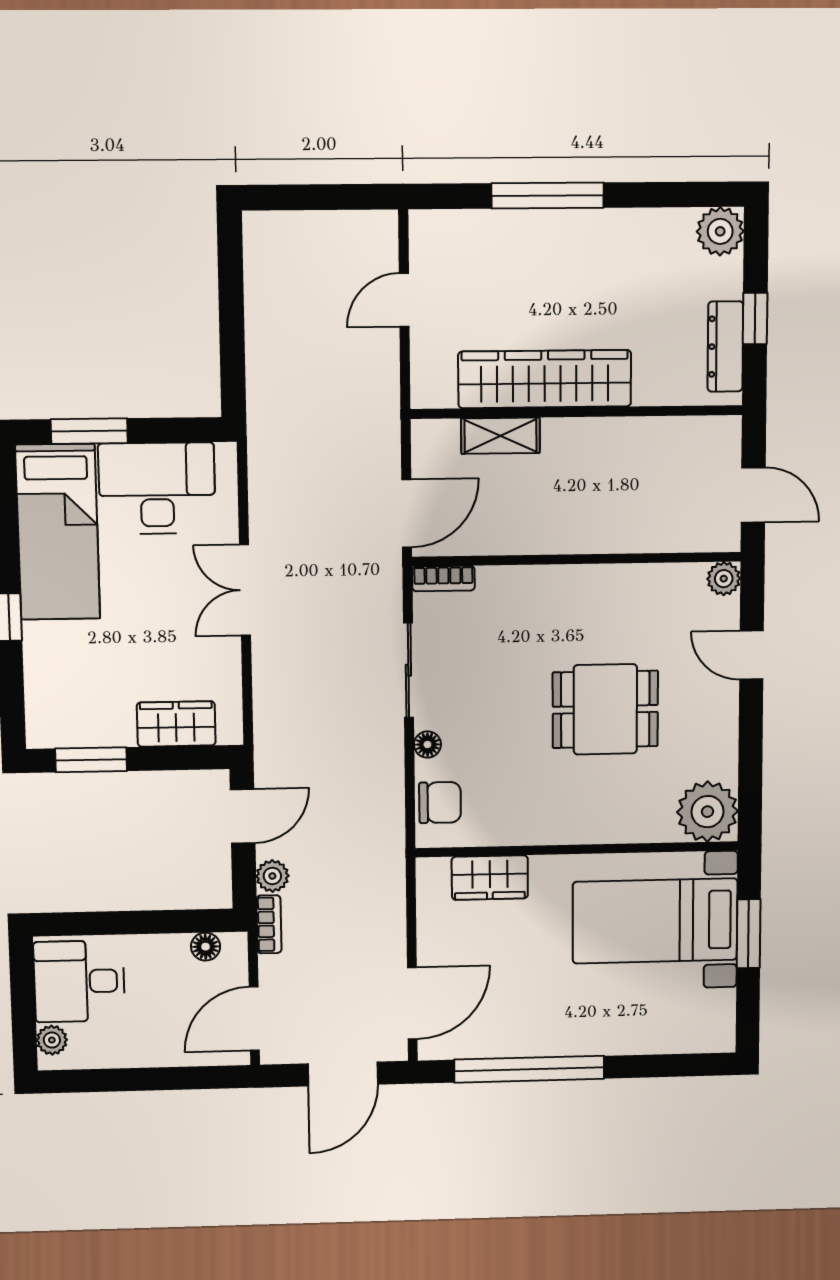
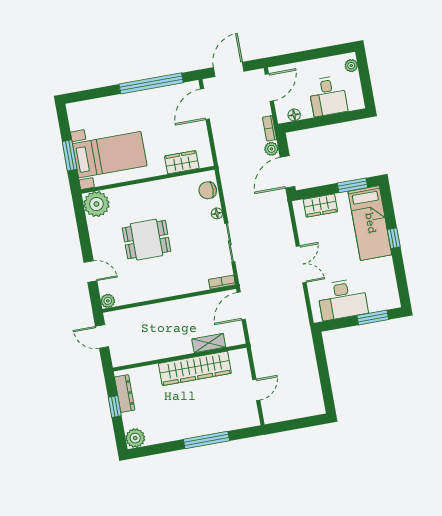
bed: (58, 532) -> (370, 223), moved, turned 180
door: (243, 816) -> (287, 172), width x1.37
desk: (79, 981) -> (328, 96), moved, turned 90

